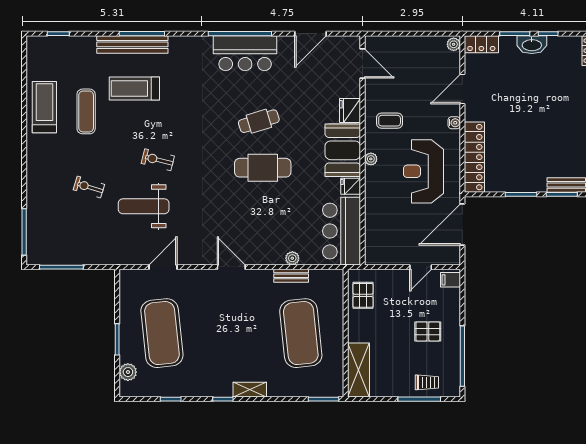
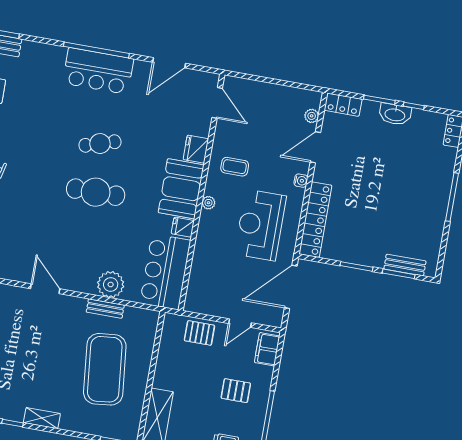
plant: (454, 44) -> (312, 116), moved
plant: (292, 258) -> (111, 285), width x1.87, depth x1.87
filing cabinet: (450, 280) -> (267, 349), width x2.00
pallet: (363, 295) -> (199, 333), moved, turned 90

